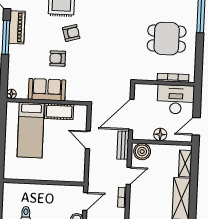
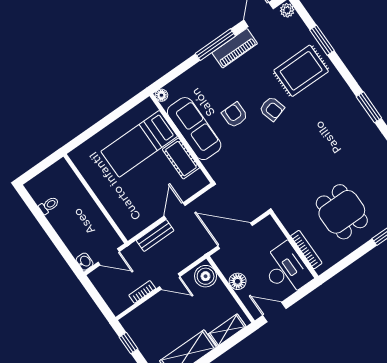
sofa: (47, 90) -> (194, 129), width x1.36
bench: (123, 145) -> (155, 235), moved

